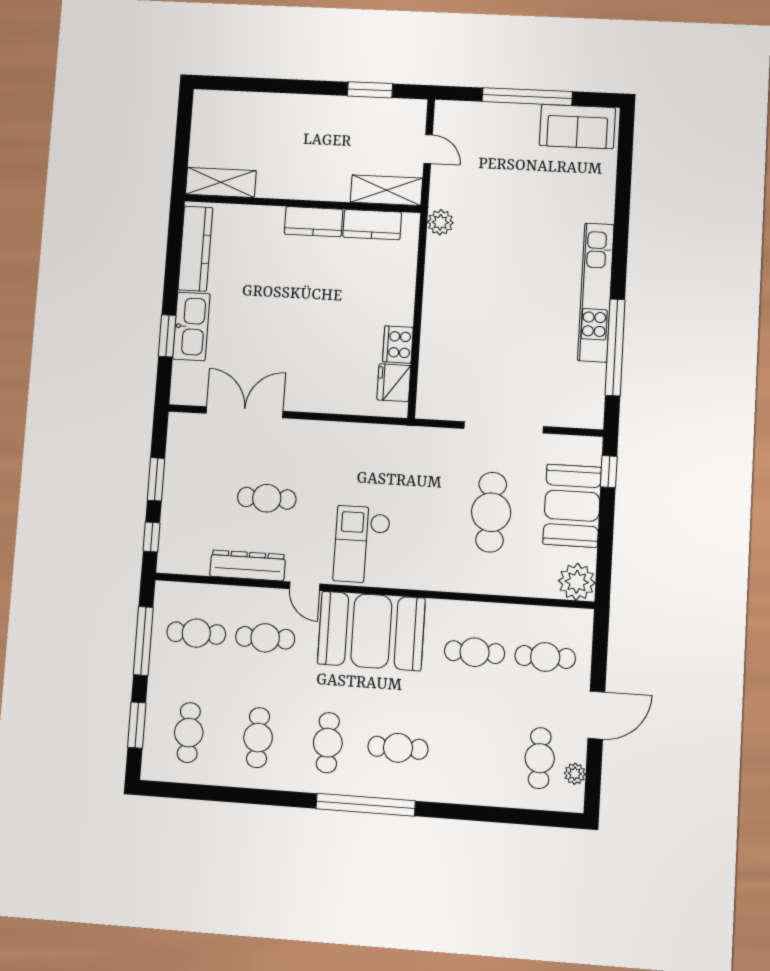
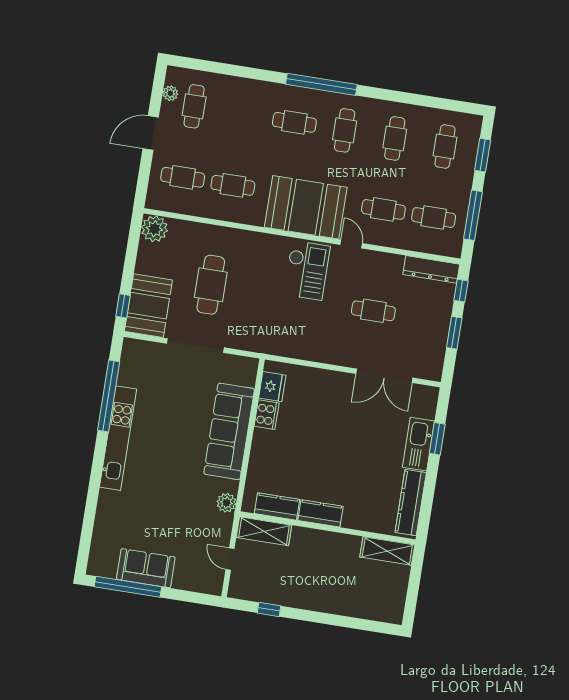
window: (370, 90) -> (269, 609), width x0.67
window: (527, 97) -> (128, 587), moved
sofa: (577, 127) -> (146, 568), moved
sofa: (446, 317) -> (229, 431), added
booth: (572, 506) -> (148, 306), moved
dresser: (248, 565) -> (431, 269), moved

